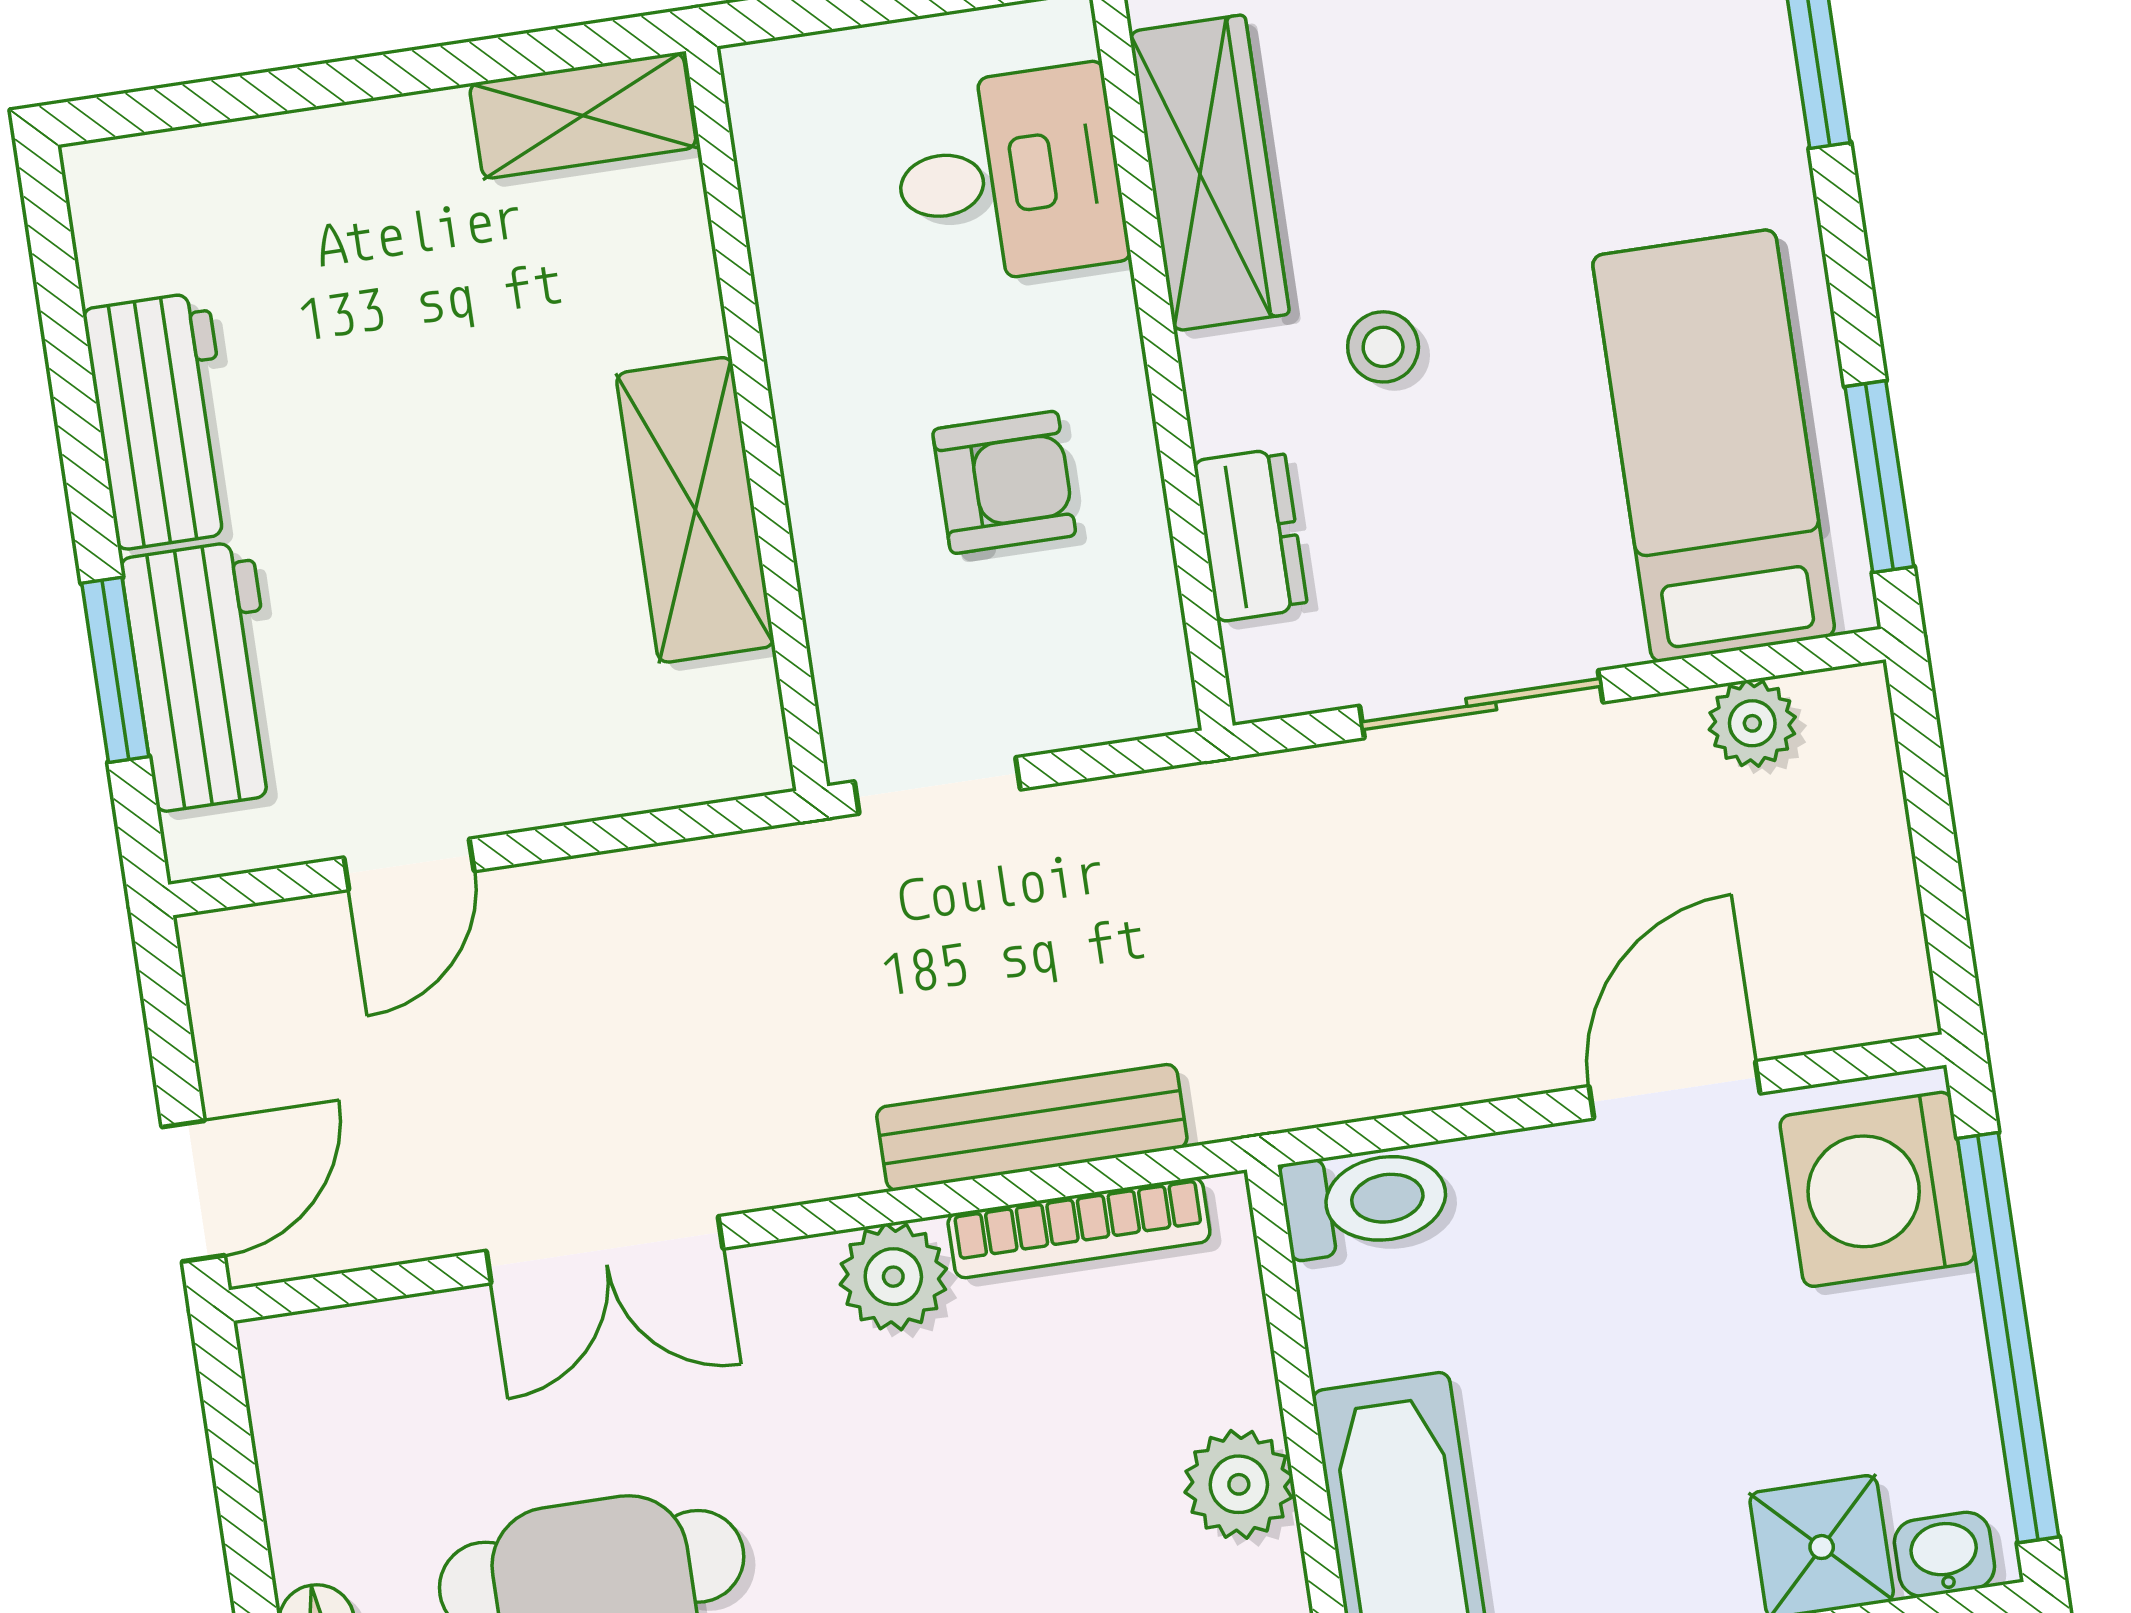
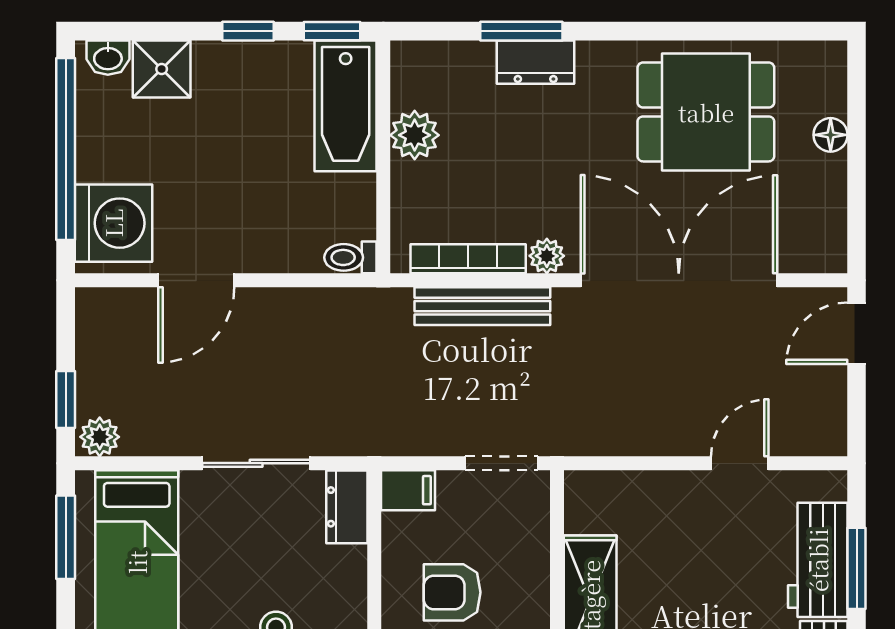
dresser: (1250, 535) -> (347, 507), moved
filing cabinet: (1136, 694) -> (408, 490), added
plant: (1752, 723) -> (100, 437), moved
window: (1925, 782) -> (66, 399), added
toilet: (1365, 1201) -> (350, 257), width x0.73, depth x0.72
double door: (605, 1250) -> (679, 280), width x1.87
plant: (893, 1277) -> (547, 256), width x0.73, depth x0.73

